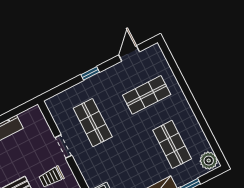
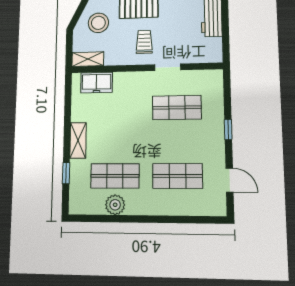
shop shelf: (147, 95) -> (178, 176), turned 90
plant: (209, 161) -> (115, 205), moved

